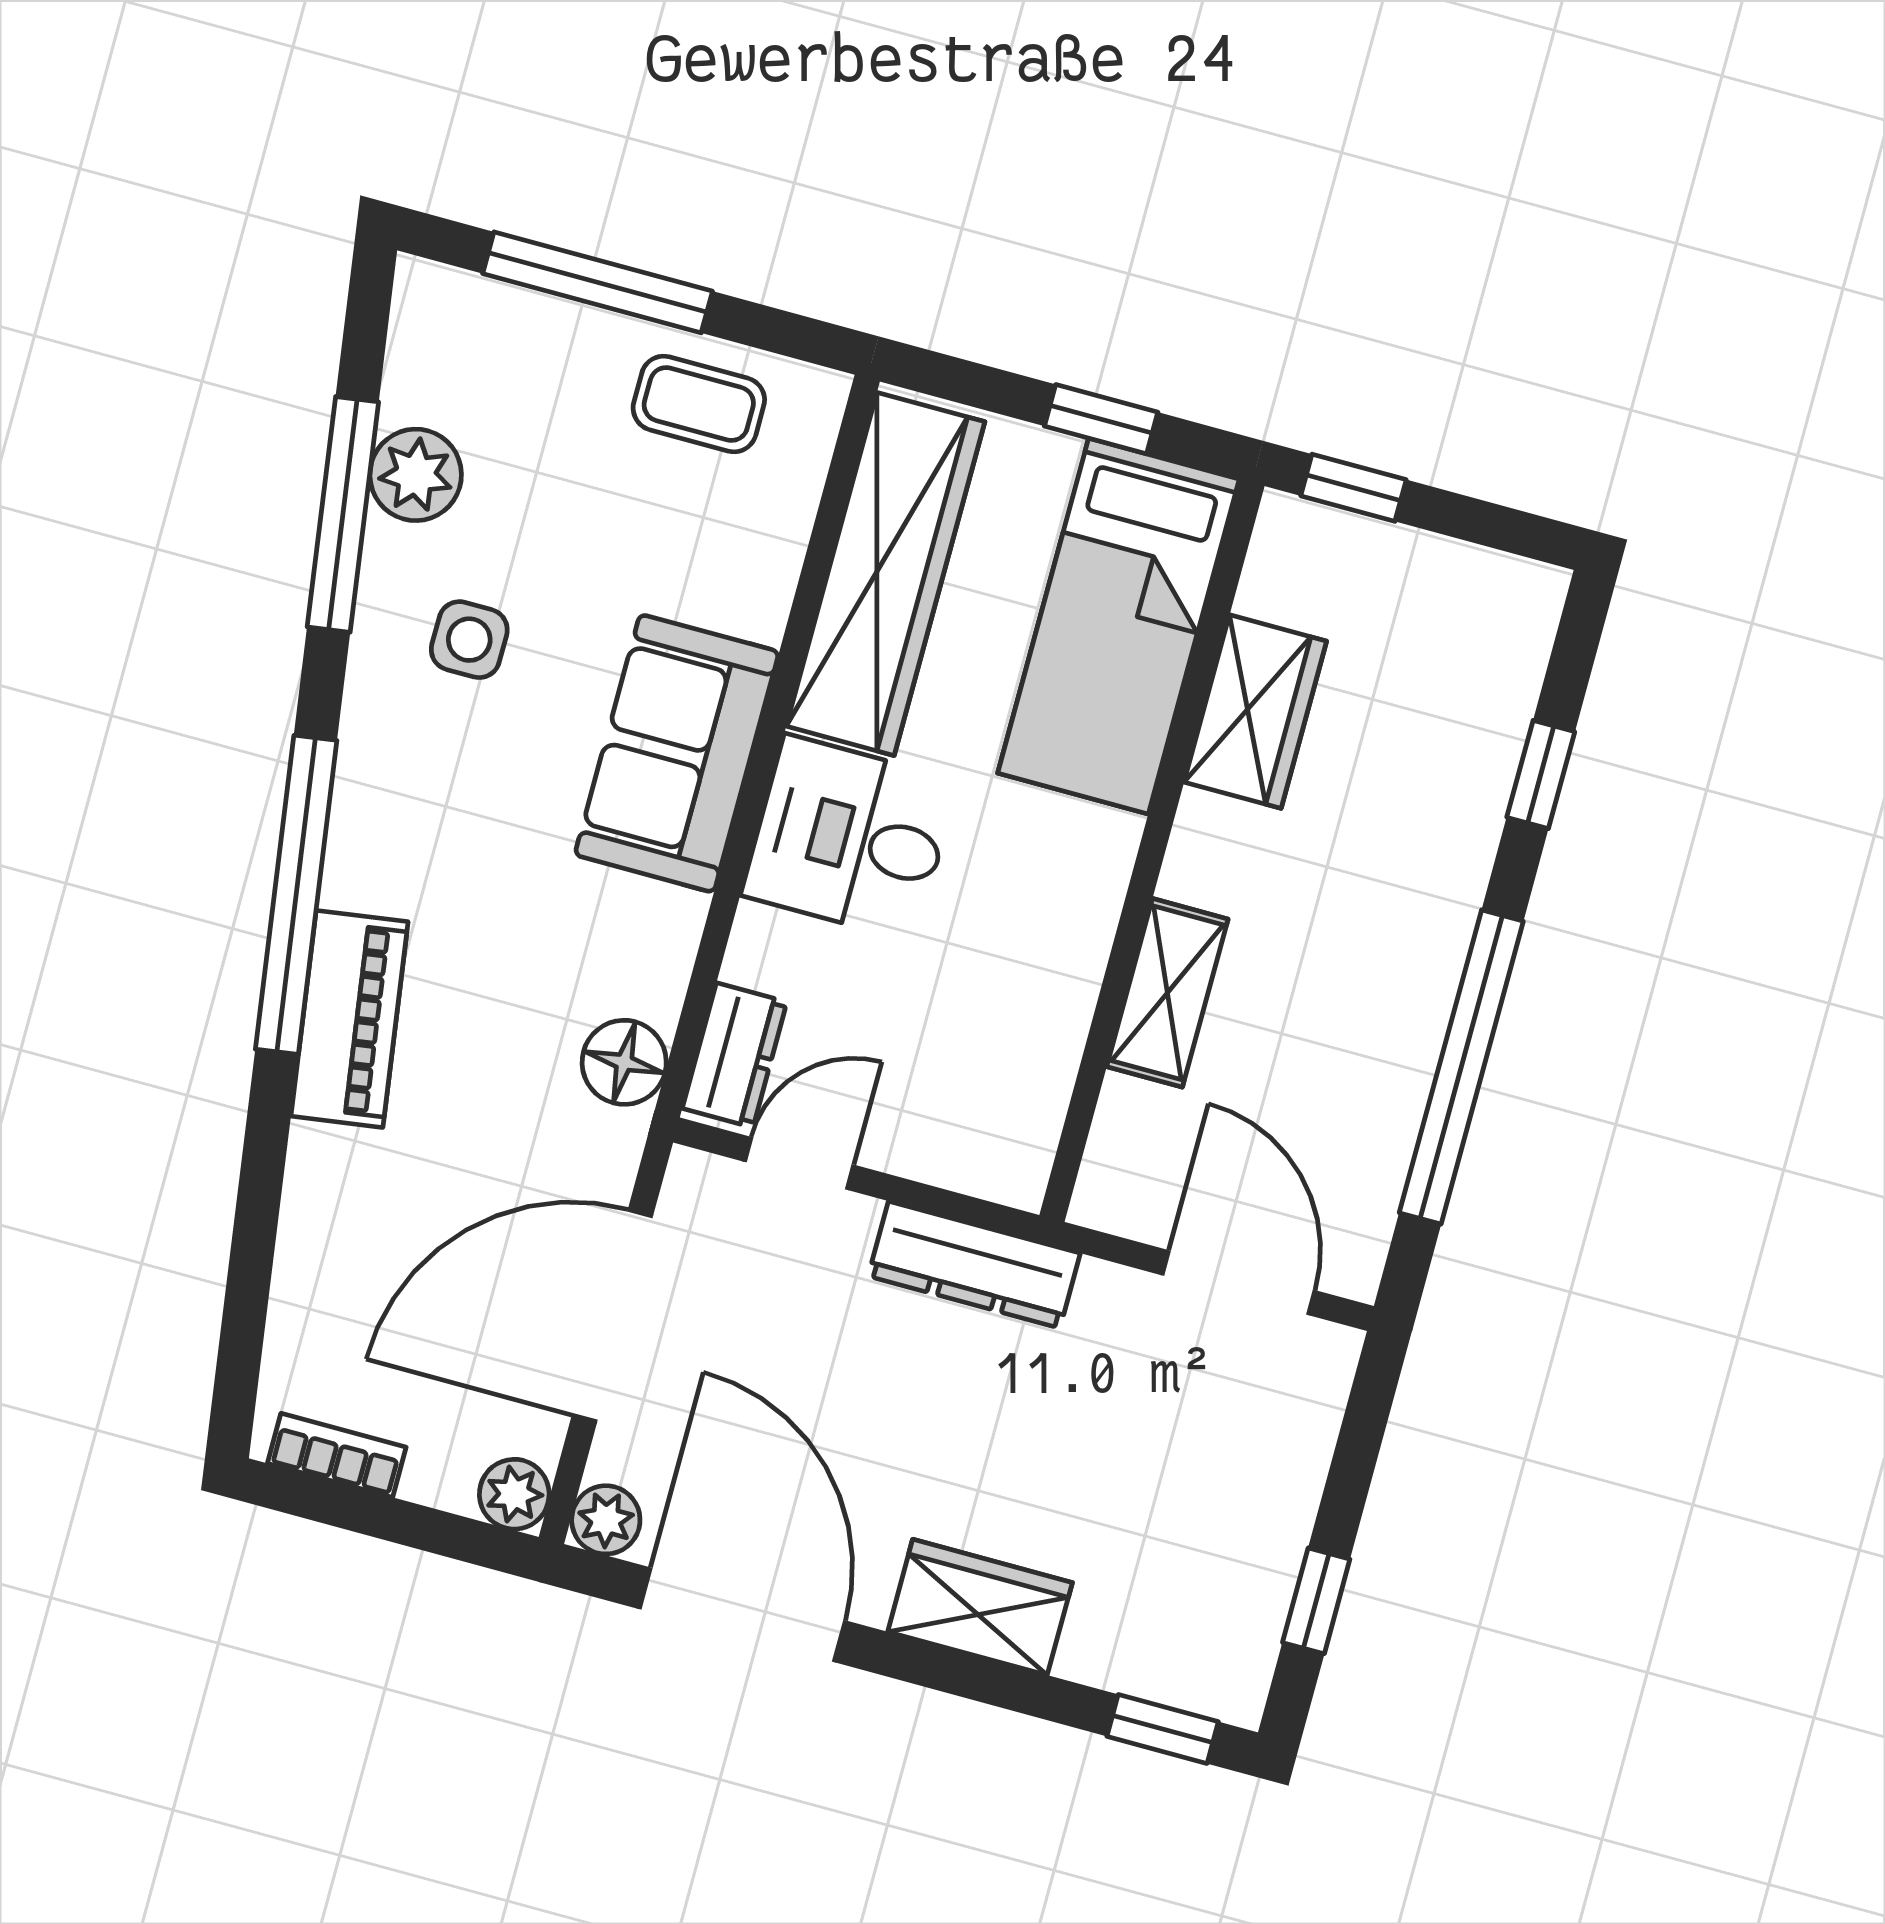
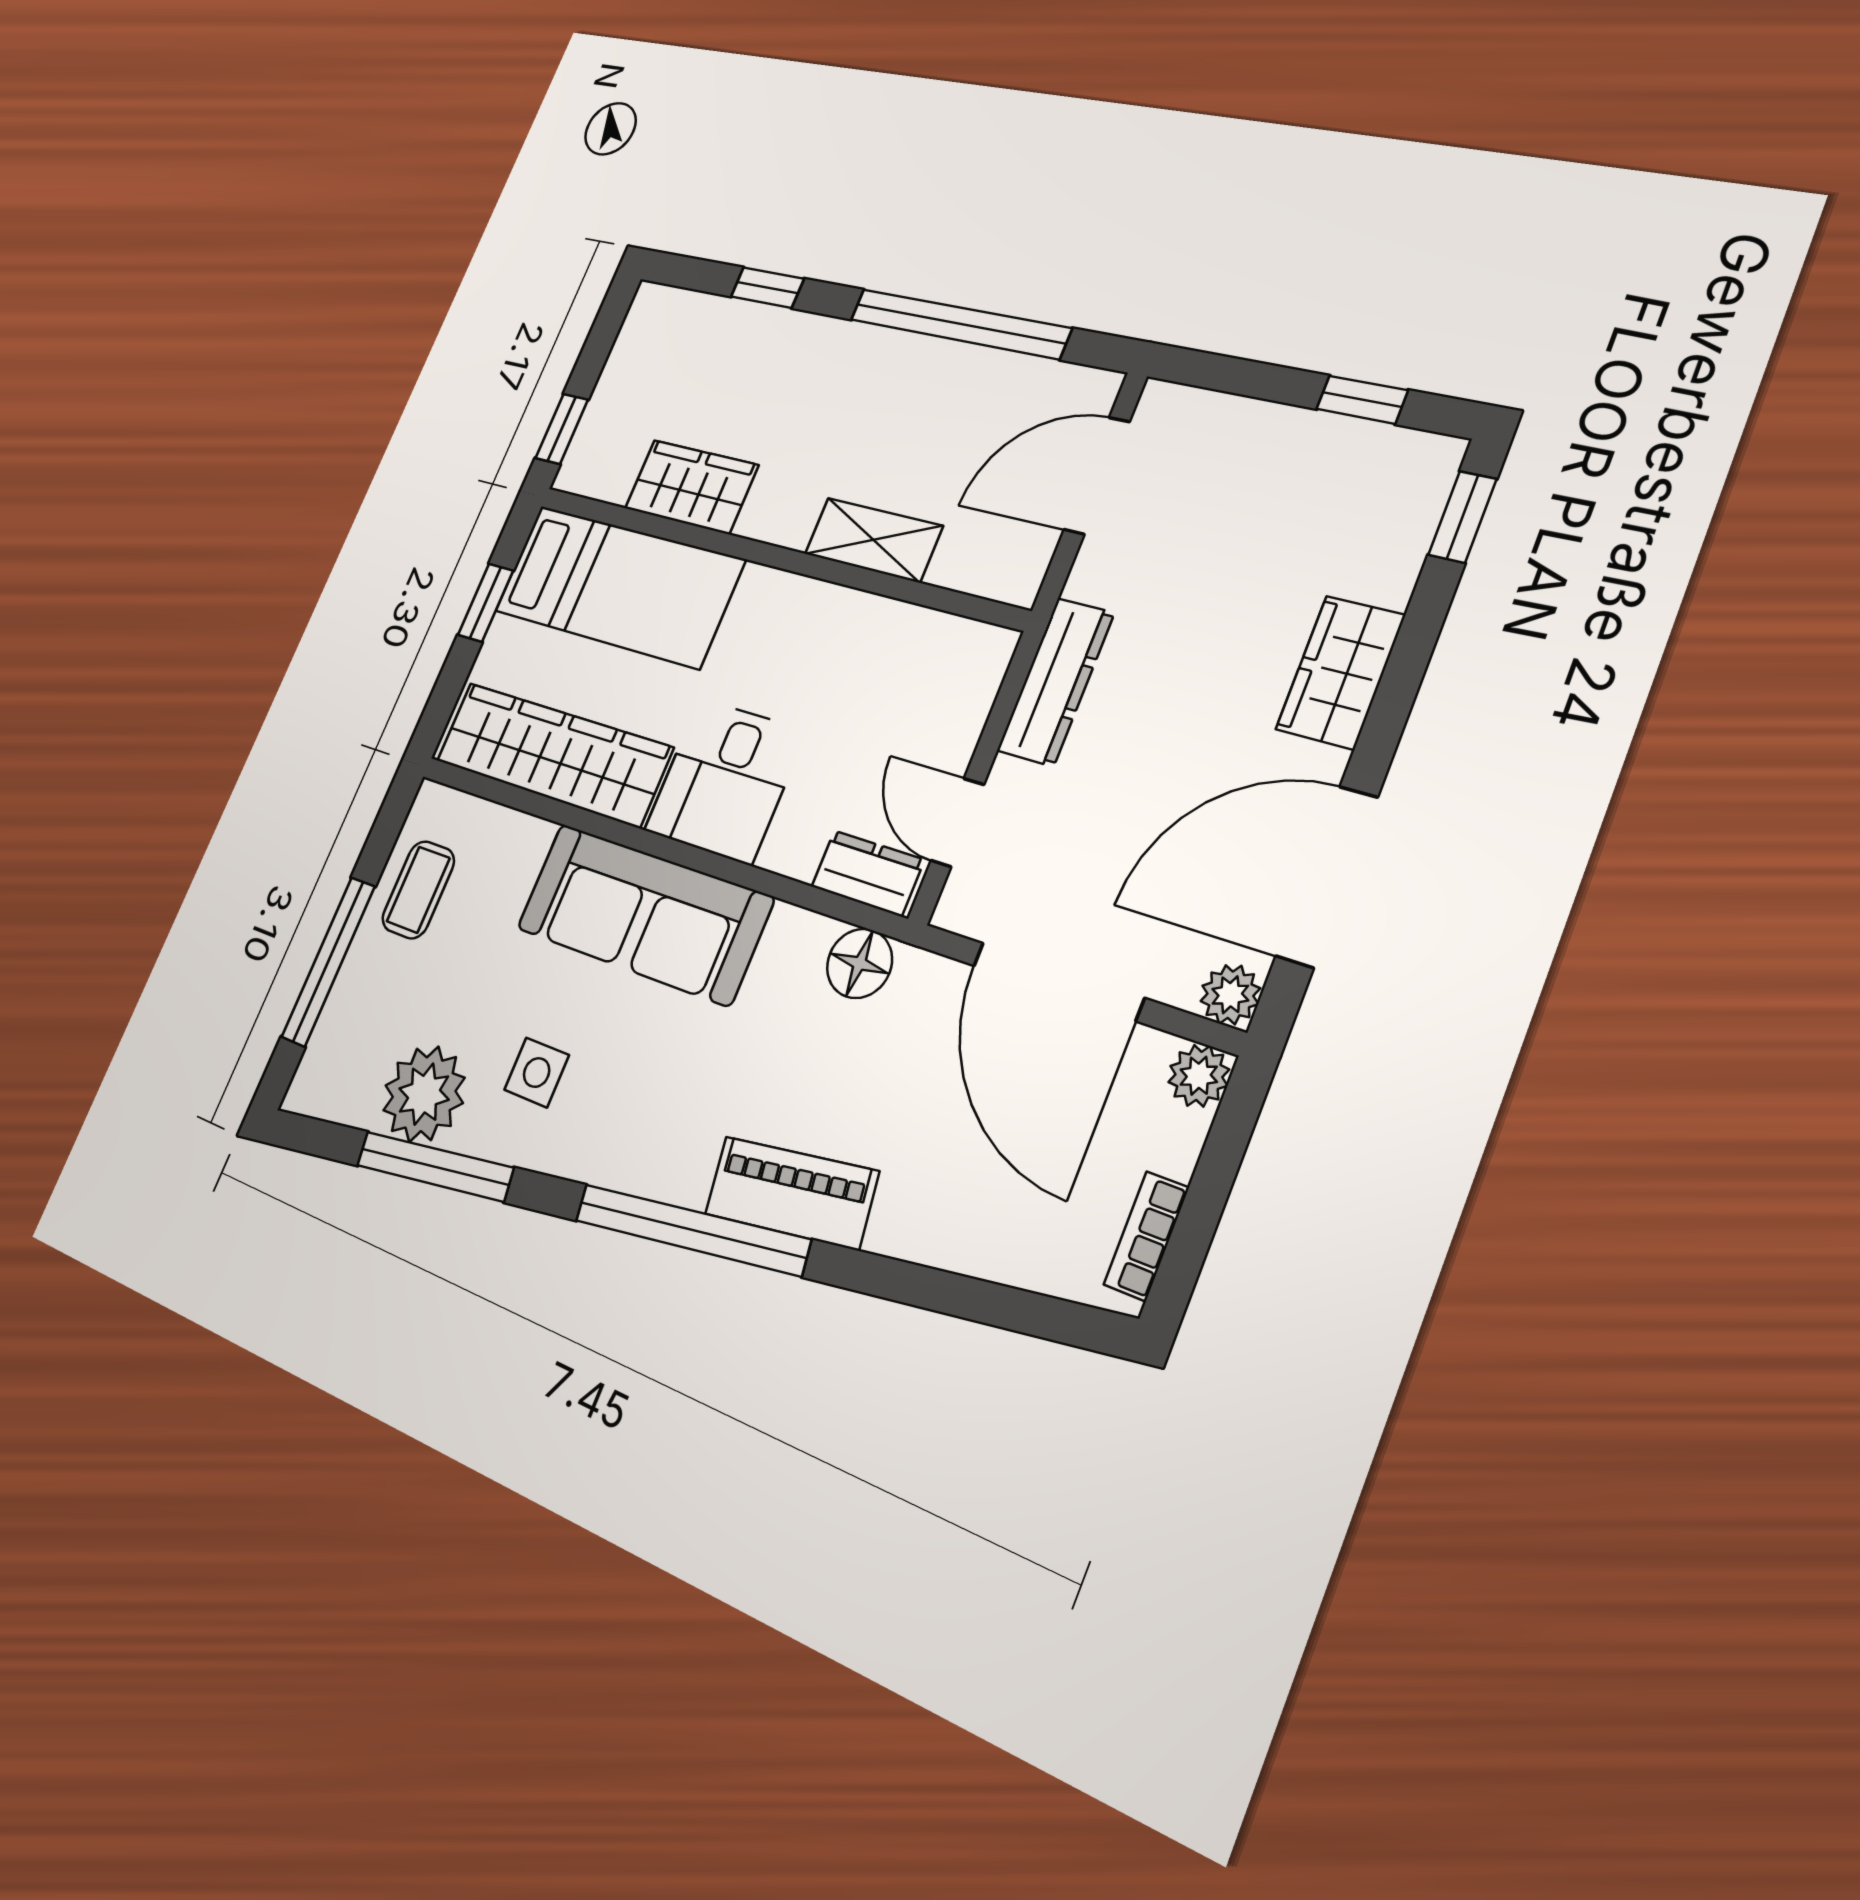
plant: (416, 475) -> (424, 1094), width x1.36, depth x1.36
sofa: (677, 753) -> (643, 913), width x1.36

